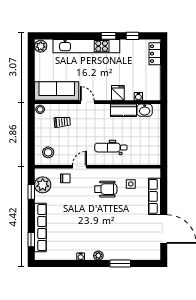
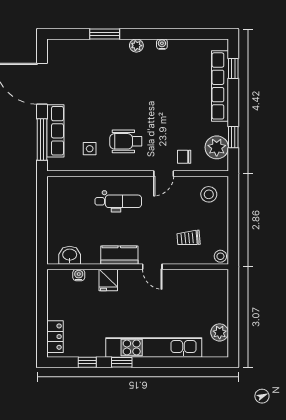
plant: (41, 46) -> (220, 332), moved
sofa: (57, 91) -> (197, 283), removed
kitchen counter: (123, 110) -> (119, 255), moved
window: (164, 190) -> (42, 139), added

